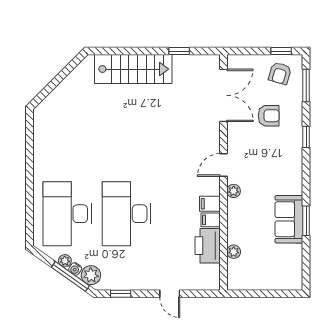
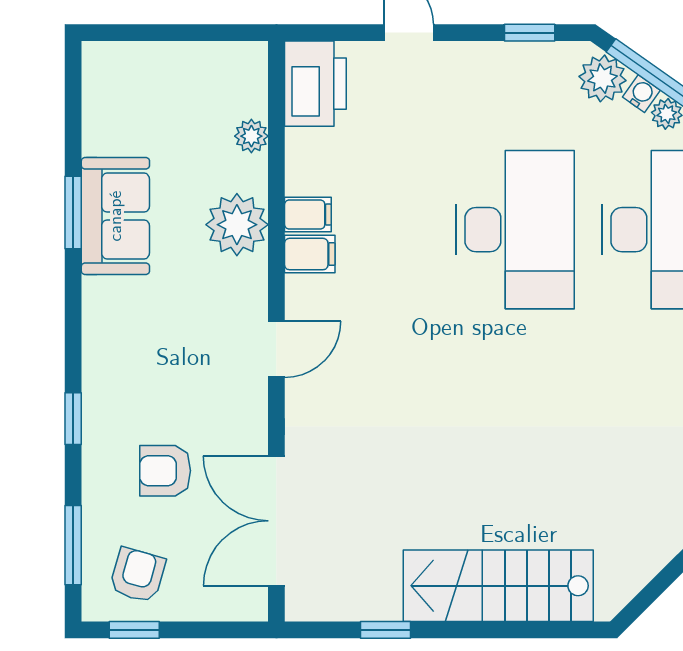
plant: (234, 191) -> (237, 225), moved, width x1.88, depth x1.88
printer: (208, 246) -> (315, 84), moved

